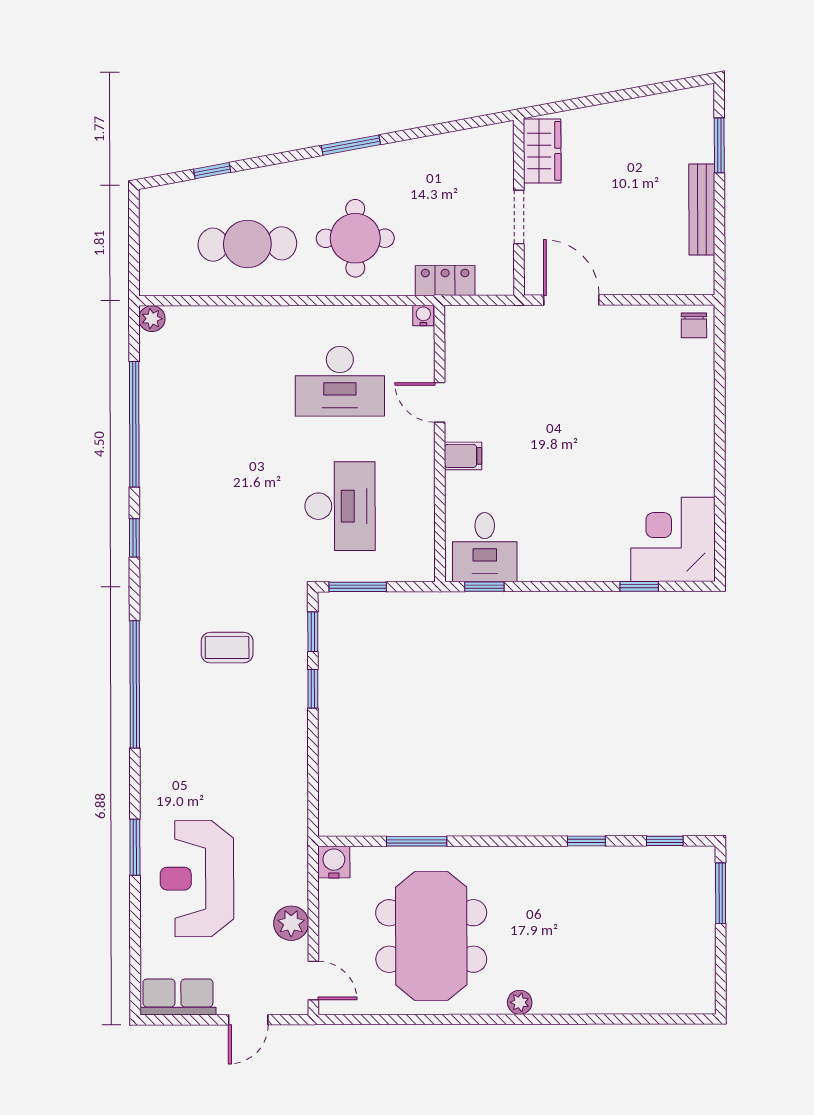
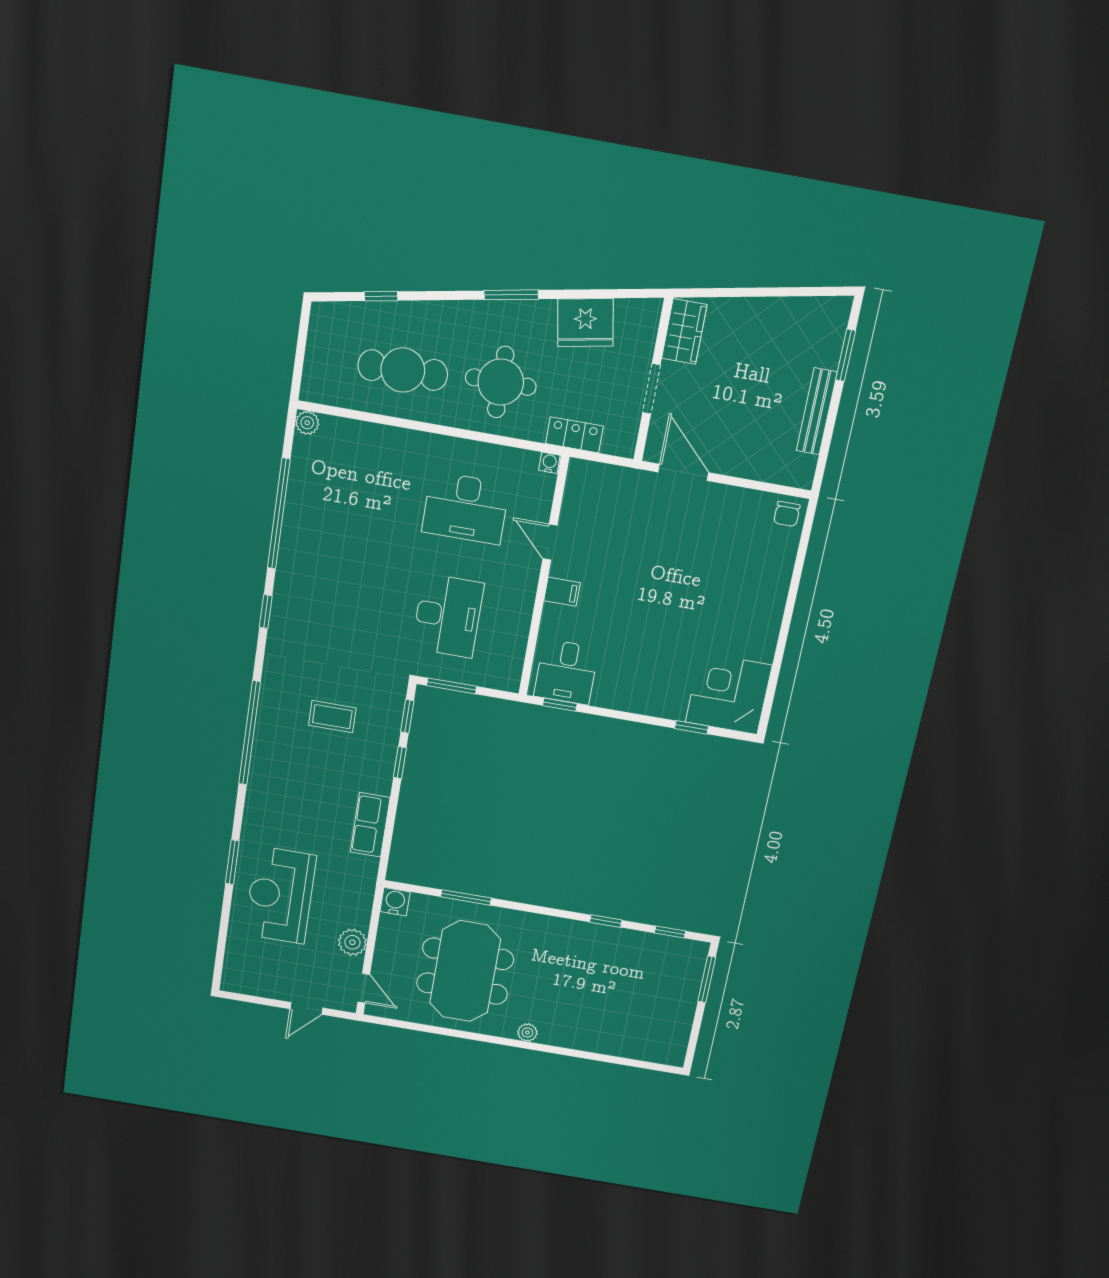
fridge: (435, 160) -> (585, 323), added
row of seats: (178, 997) -> (370, 825), moved, turned -90

